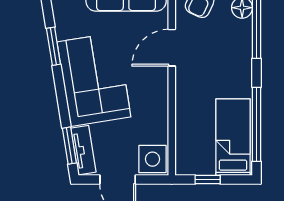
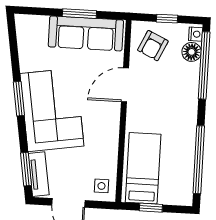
window: (53, 46) -> (19, 99), moved
bed: (233, 137) -> (143, 168), moved
side table: (153, 159) -> (101, 186), width x0.54, depth x0.54

